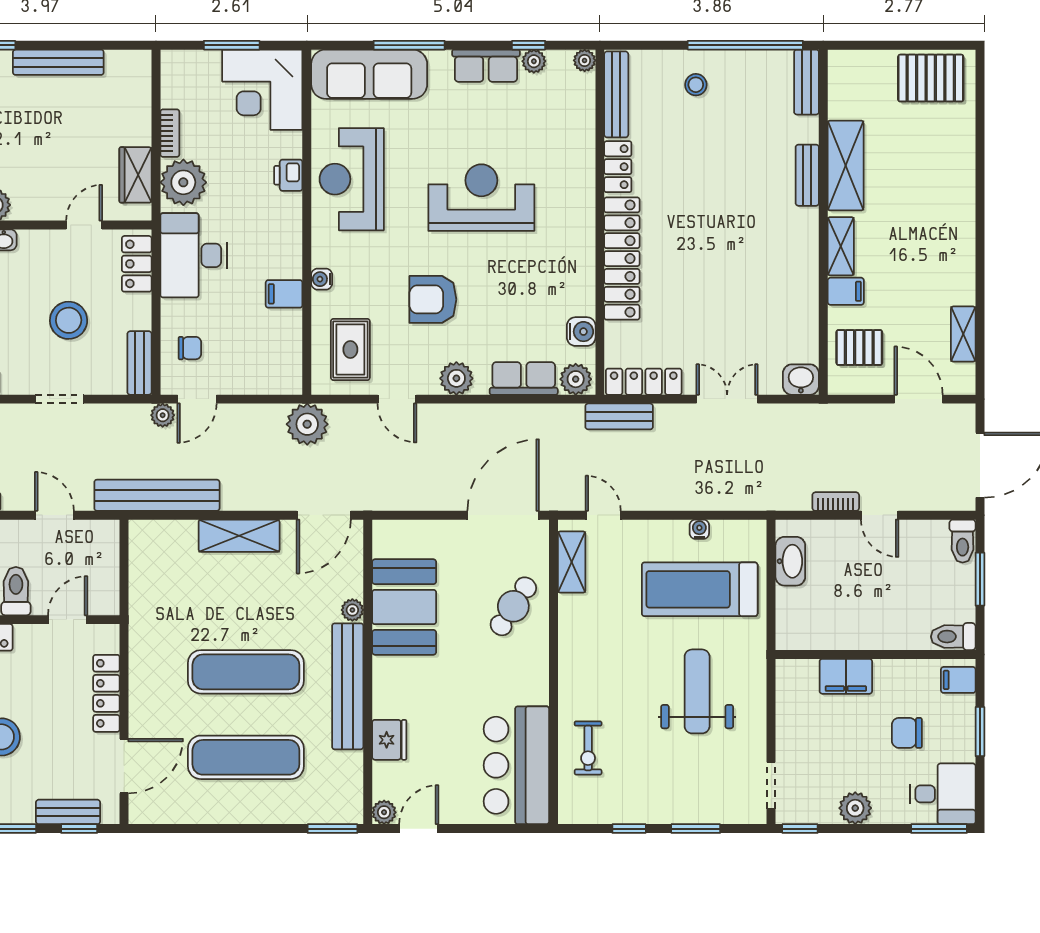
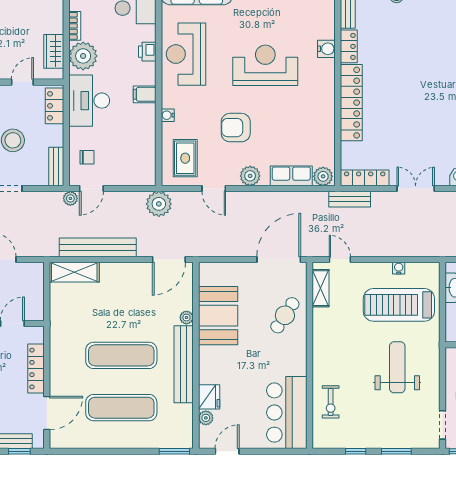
filing cabinet: (284, 294) -> (145, 94), moved
water cooler: (581, 332) -> (326, 49), moved
bench: (157, 495) -> (98, 247), moved
shelving: (239, 536) -> (74, 272), moved
plant: (384, 812) -> (206, 418), moved

